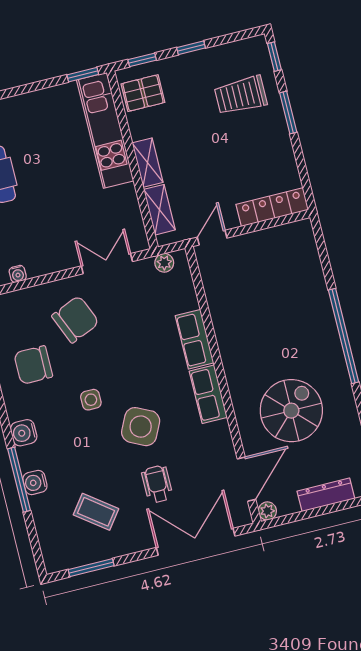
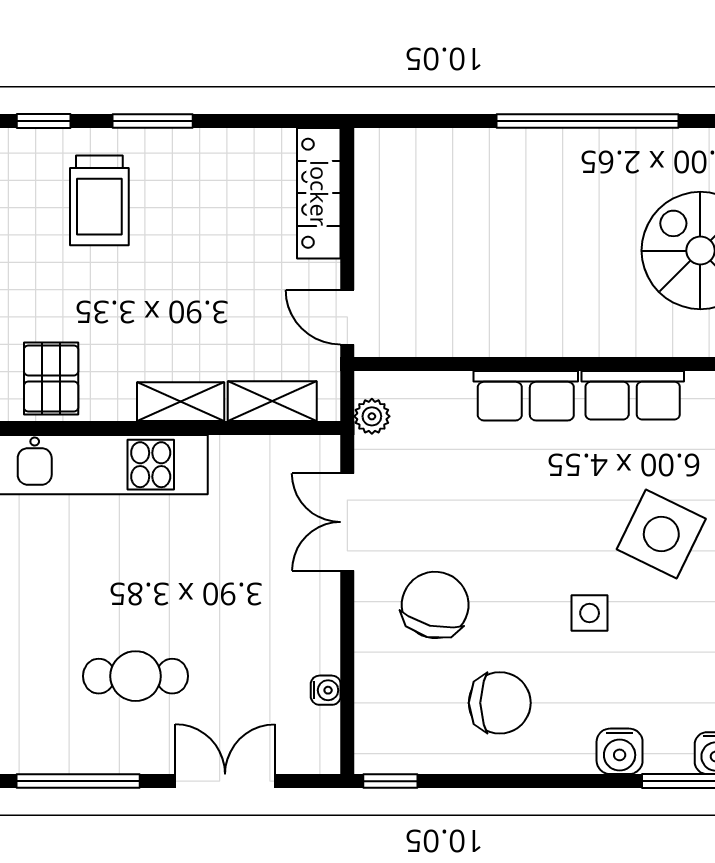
chair: (75, 319) -> (435, 605), turned 37
chair: (33, 365) -> (500, 703), turned -90

